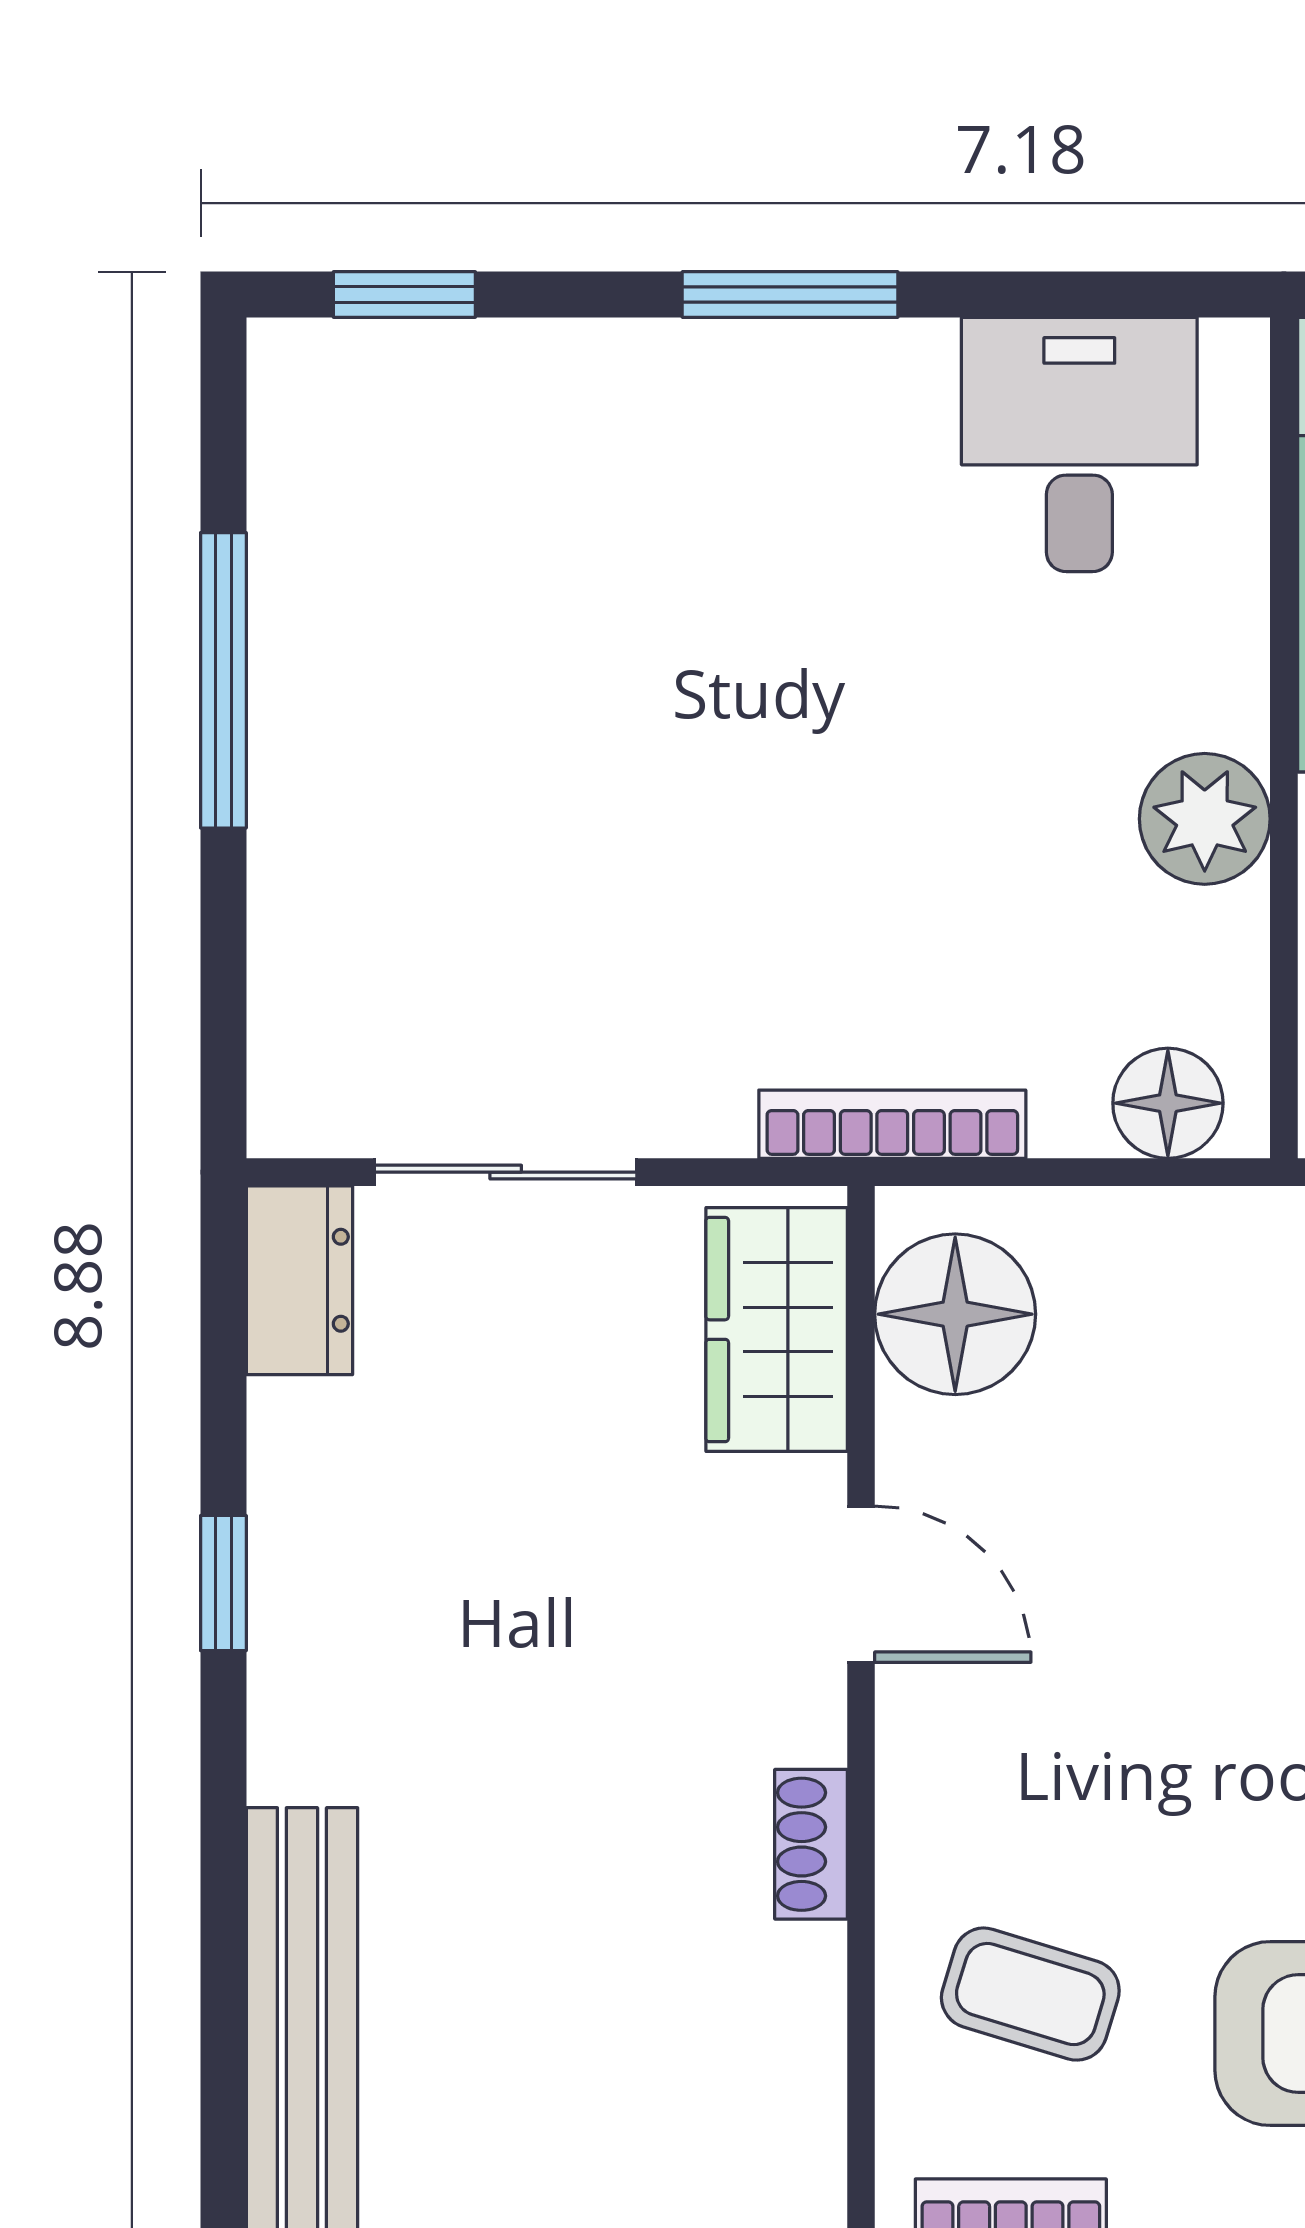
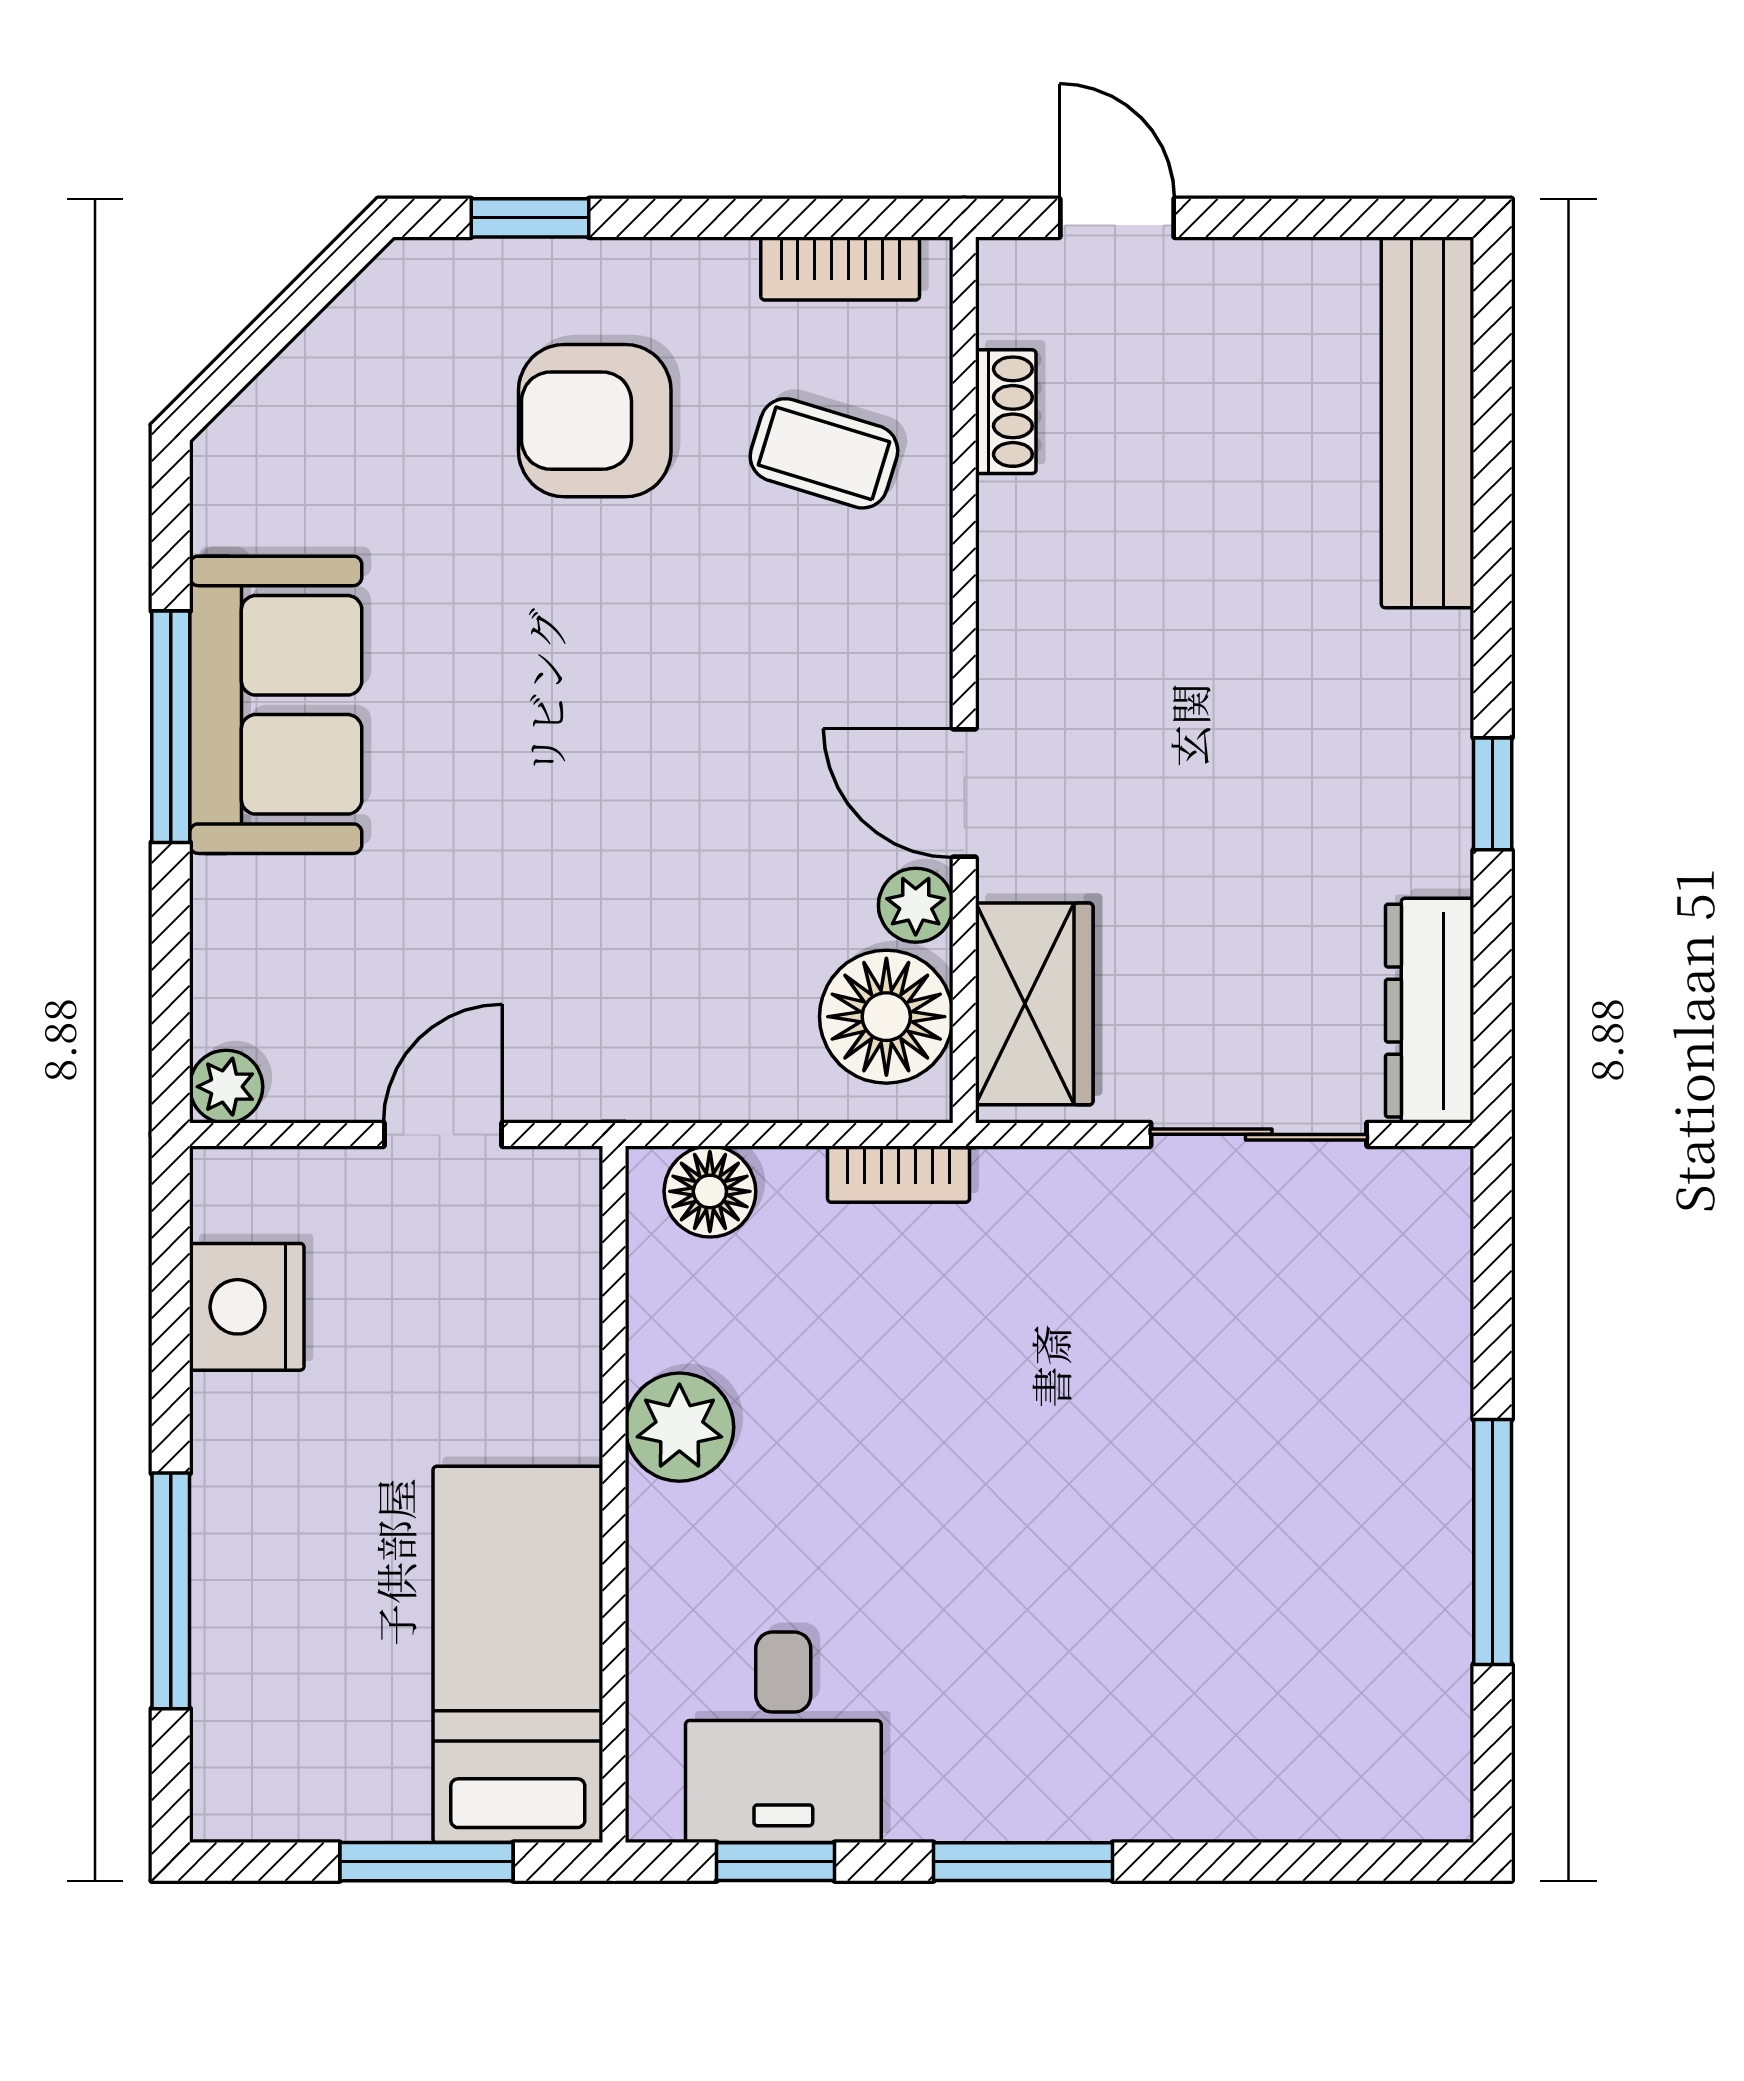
window: (404, 295) -> (776, 1862), moved
bookcase: (892, 1124) -> (899, 1174), width x0.64
dresser: (299, 1280) -> (1430, 1011), width x1.44
plant: (920, 1449) -> (916, 905), added
shoe rack: (811, 1844) -> (1006, 412), moved

